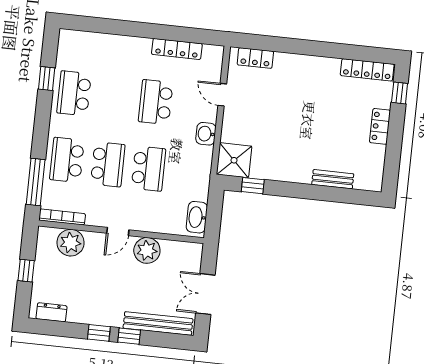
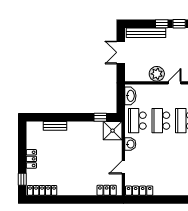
locker: (177, 49) -> (139, 191), moved
door: (222, 95) -> (123, 167), swing flipped
school desk: (156, 102) -> (137, 121), moved, turned 180
double door: (205, 294) -> (121, 52), swing flipped

